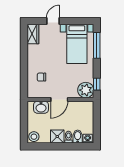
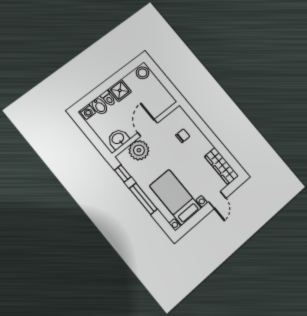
wardrobe: (33, 34) -> (221, 166), width x1.50
window: (97, 45) -> (143, 199), moved
plant: (86, 90) -> (139, 150), moved
washbasin: (41, 107) -> (118, 139), moved

